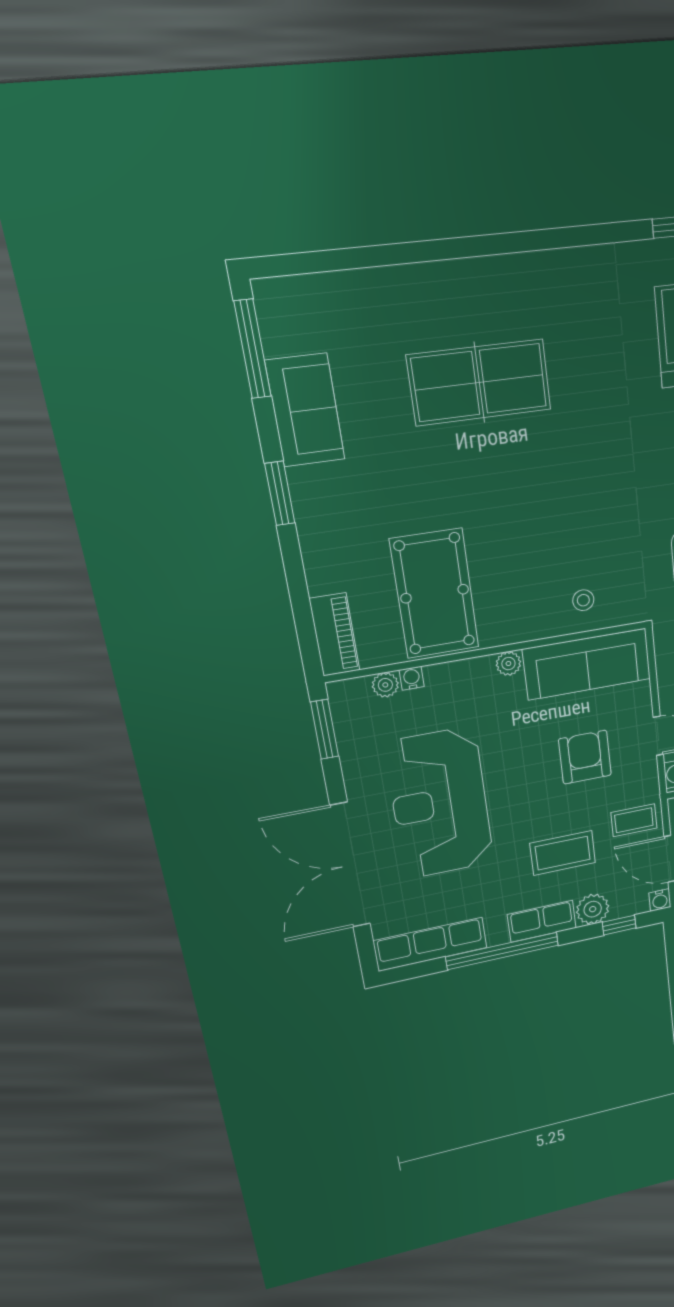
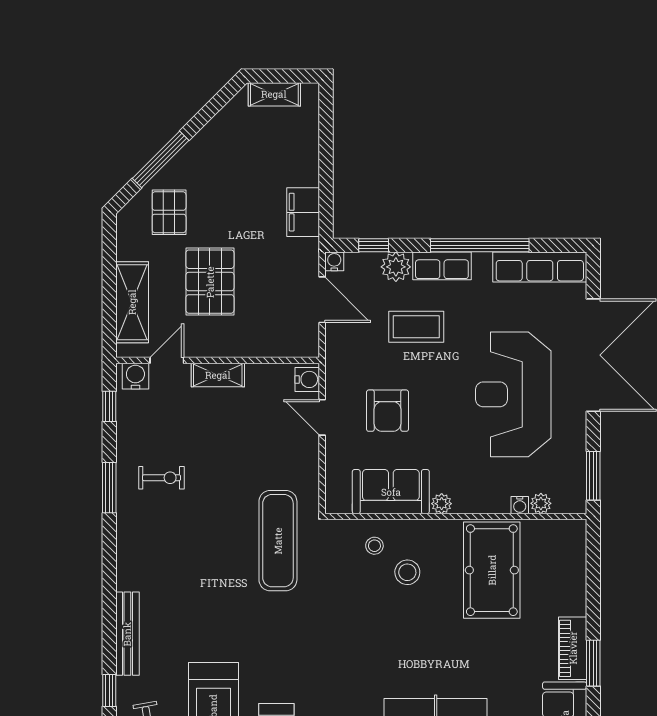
stool: (540, 574) -> (407, 572), added
piano: (335, 635) -> (573, 648), moved
sofa: (587, 664) -> (391, 492), width x0.73
reception desk: (440, 803) -> (513, 394), turned 180
coffee table: (634, 820) -> (351, 344), removed

